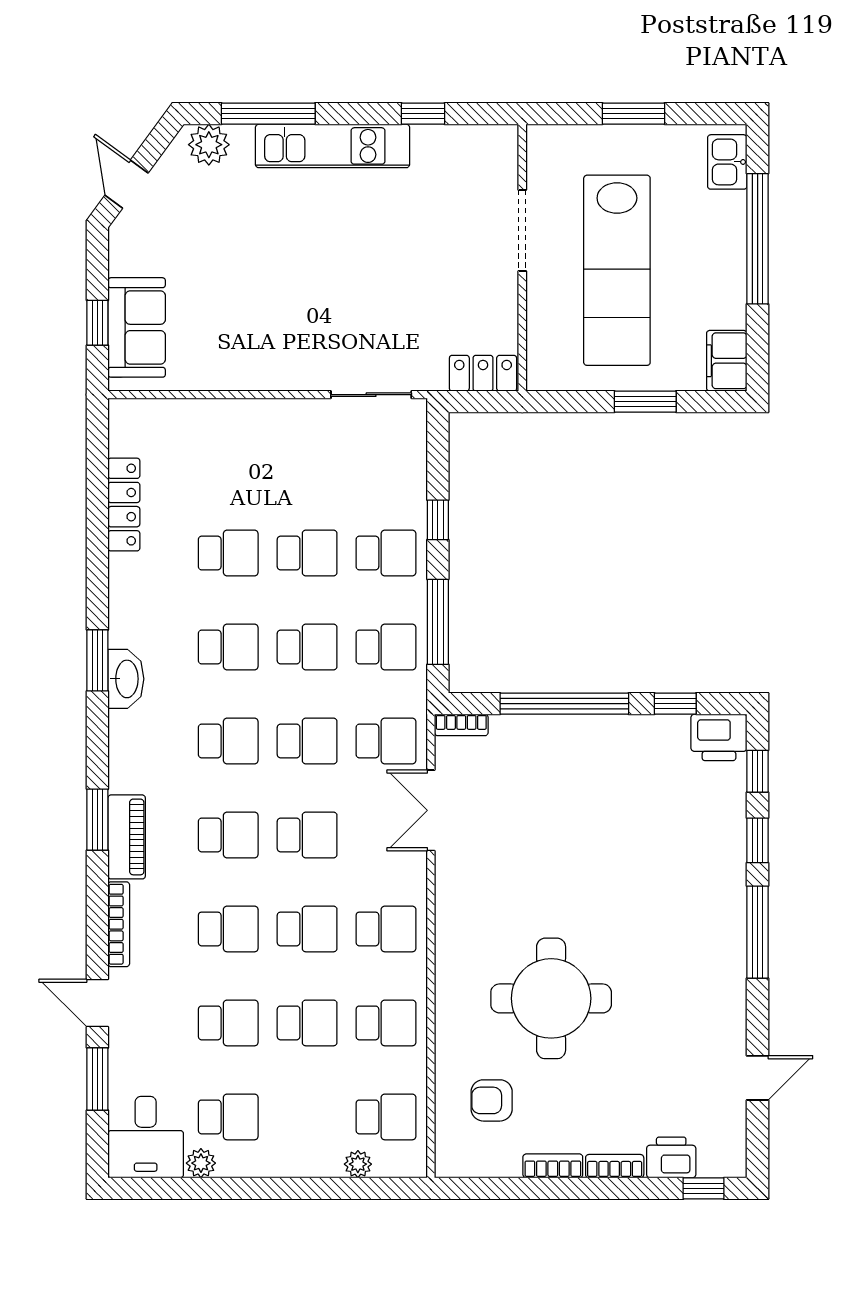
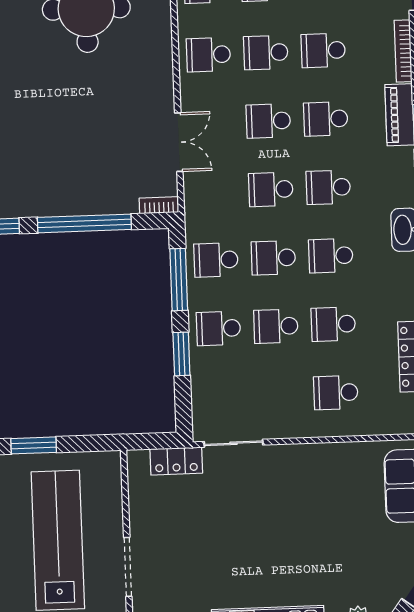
locker: (483, 373) -> (176, 461), moved
window: (438, 520) -> (181, 354), width x1.50
school desk: (386, 741) -> (336, 393), moved

